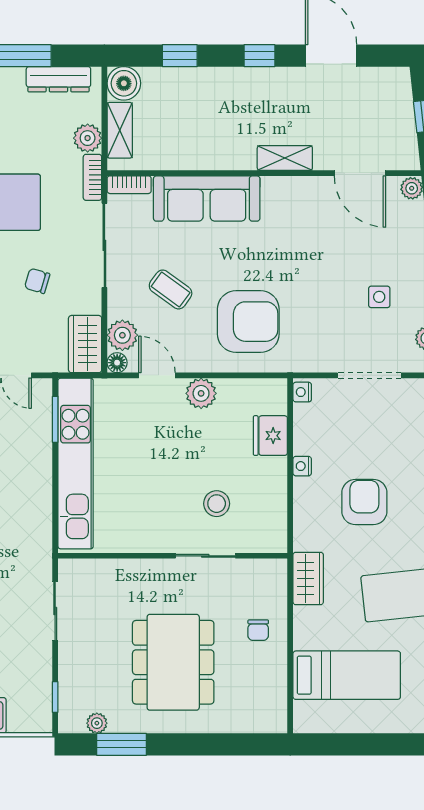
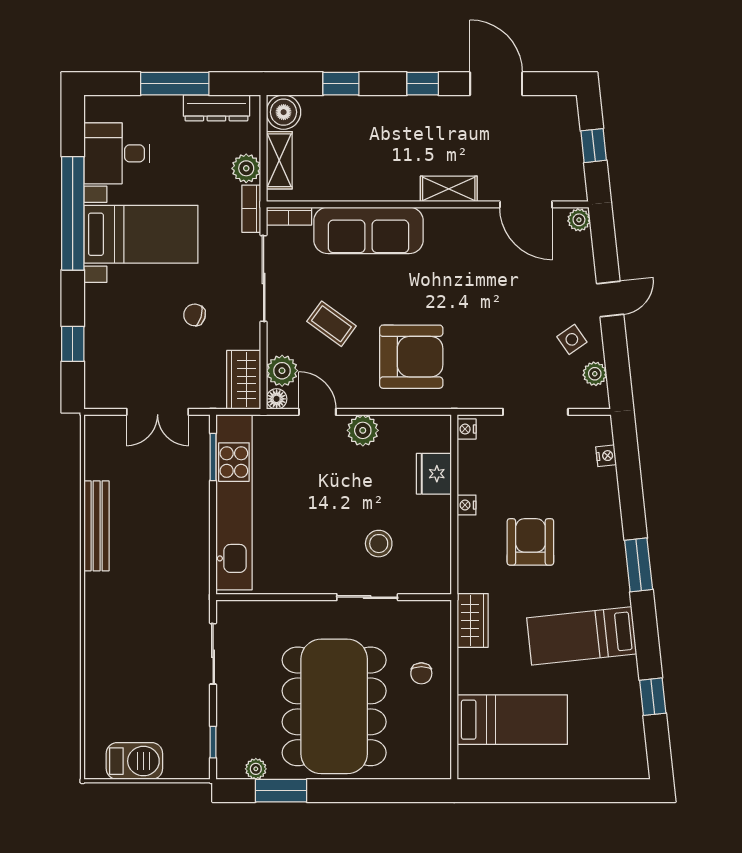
side table: (379, 297) -> (572, 339), moved, turned -35
dining table: (173, 662) -> (334, 706), width x1.36, depth x1.24

